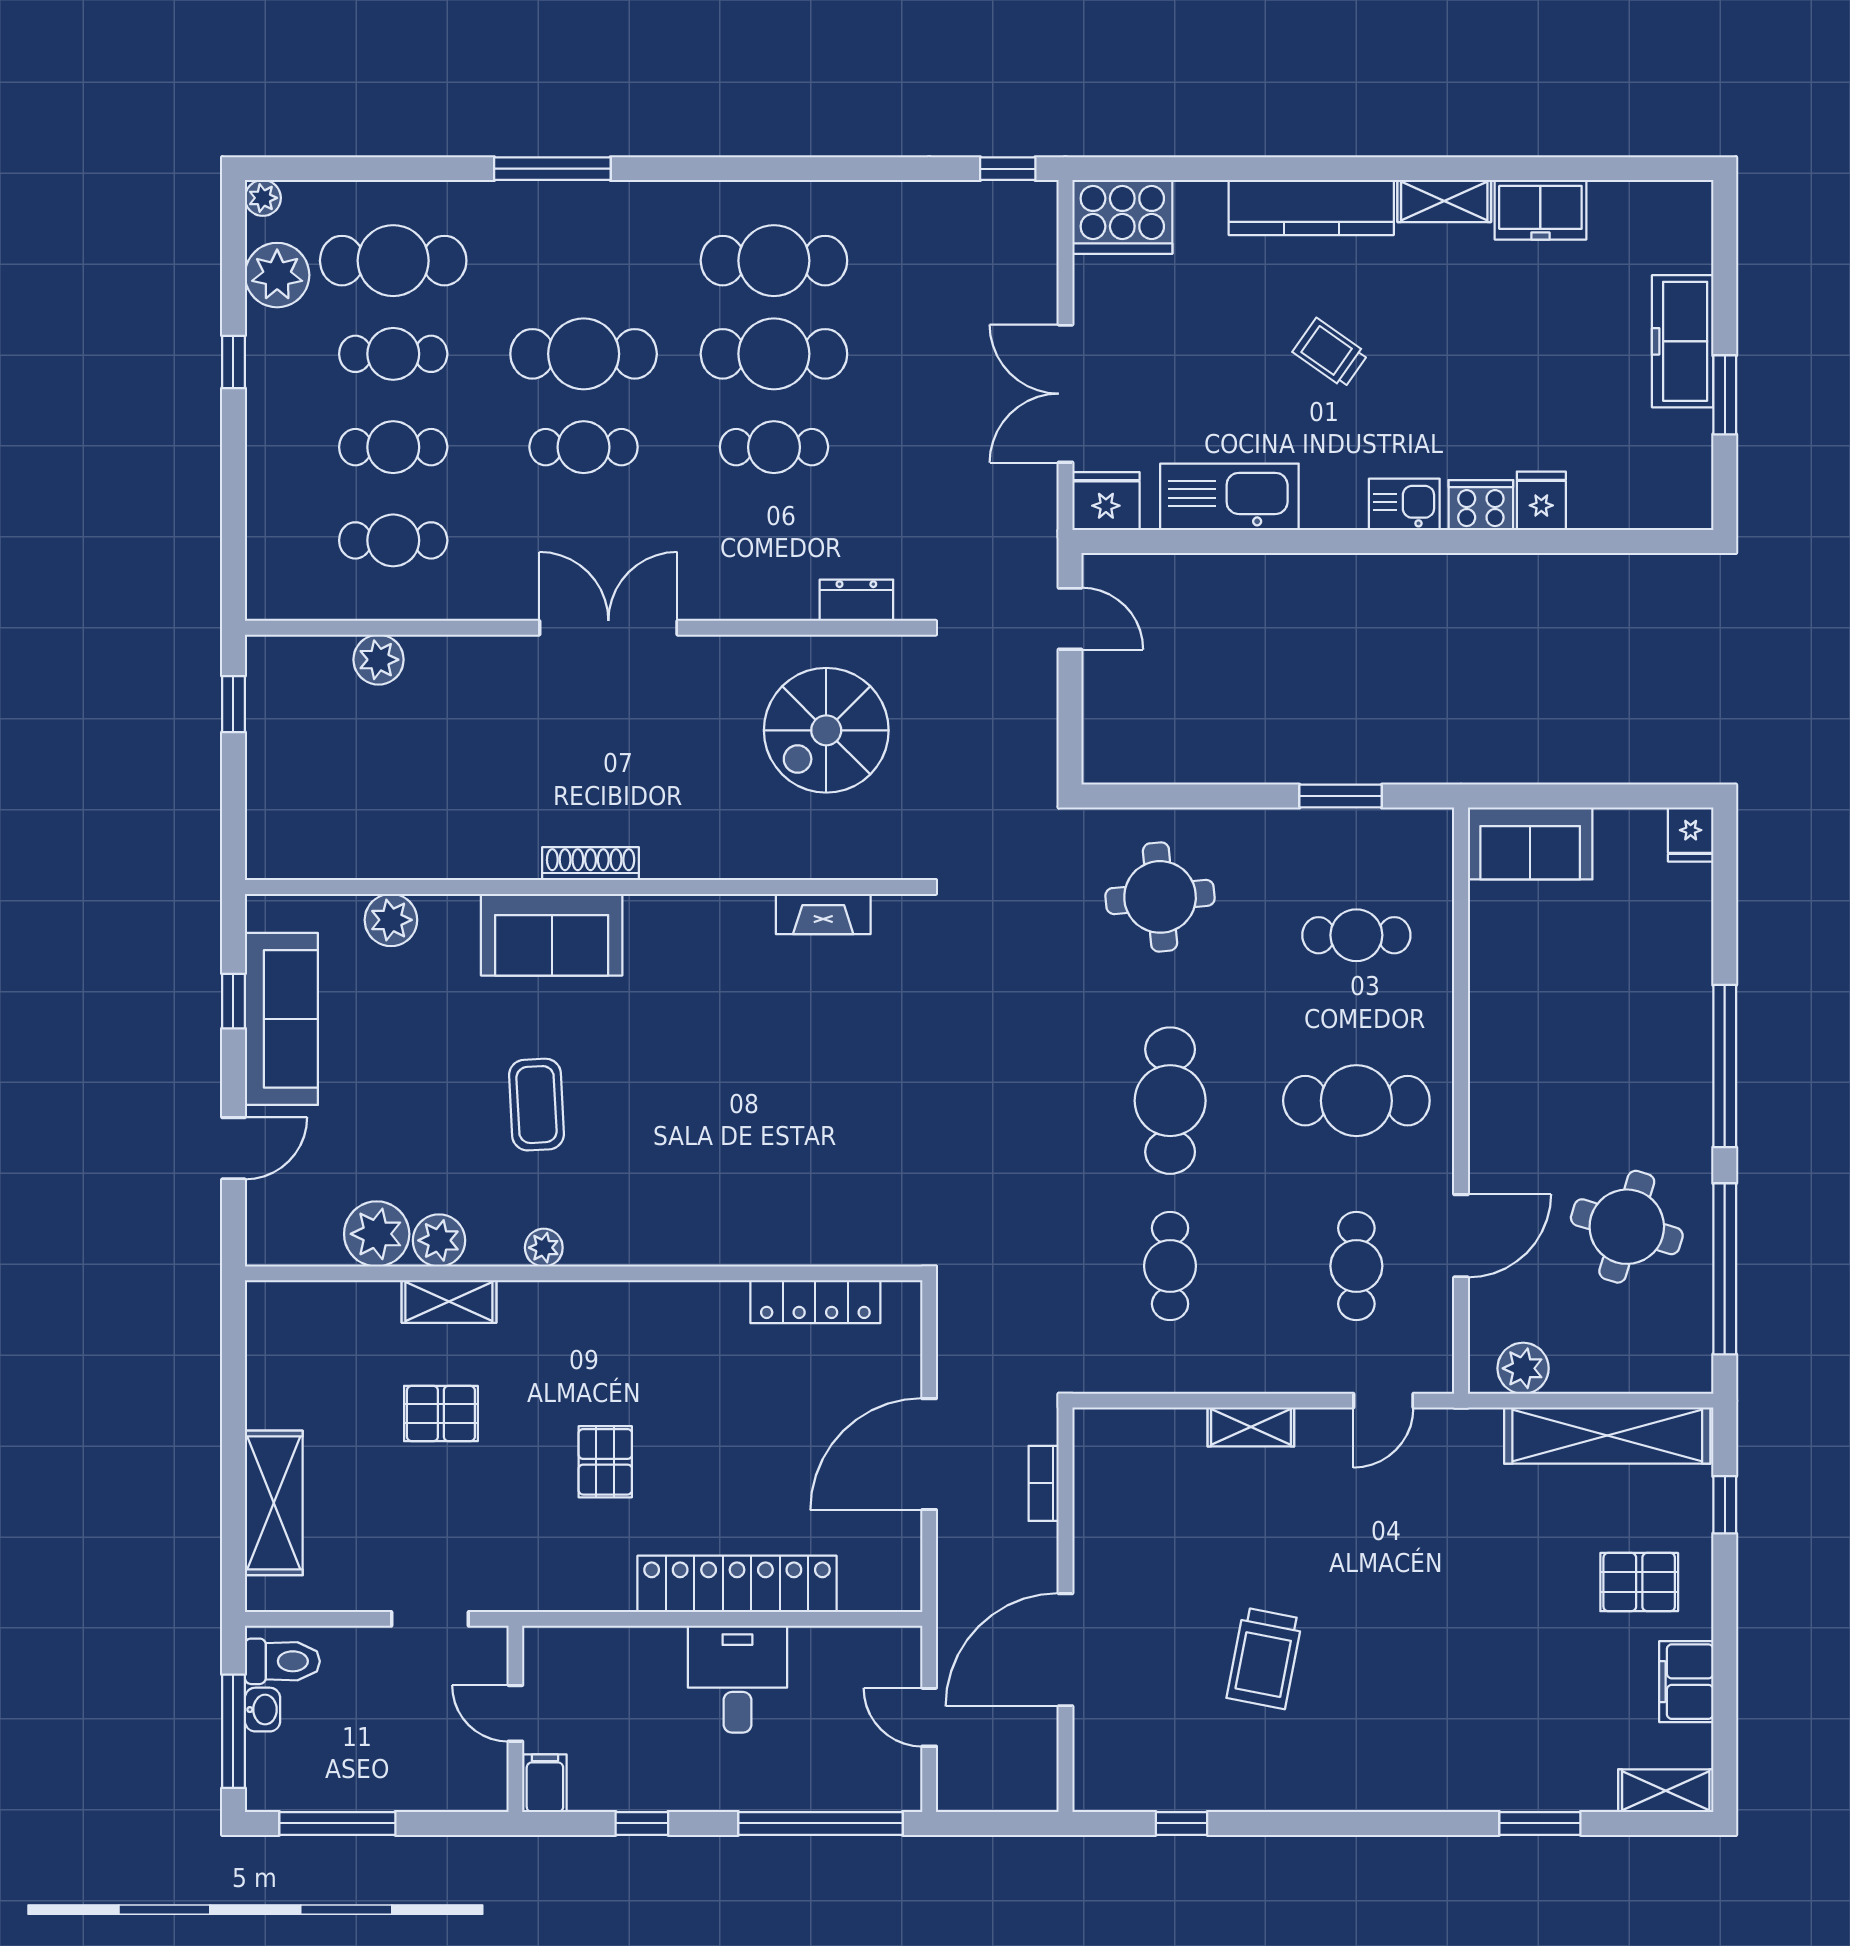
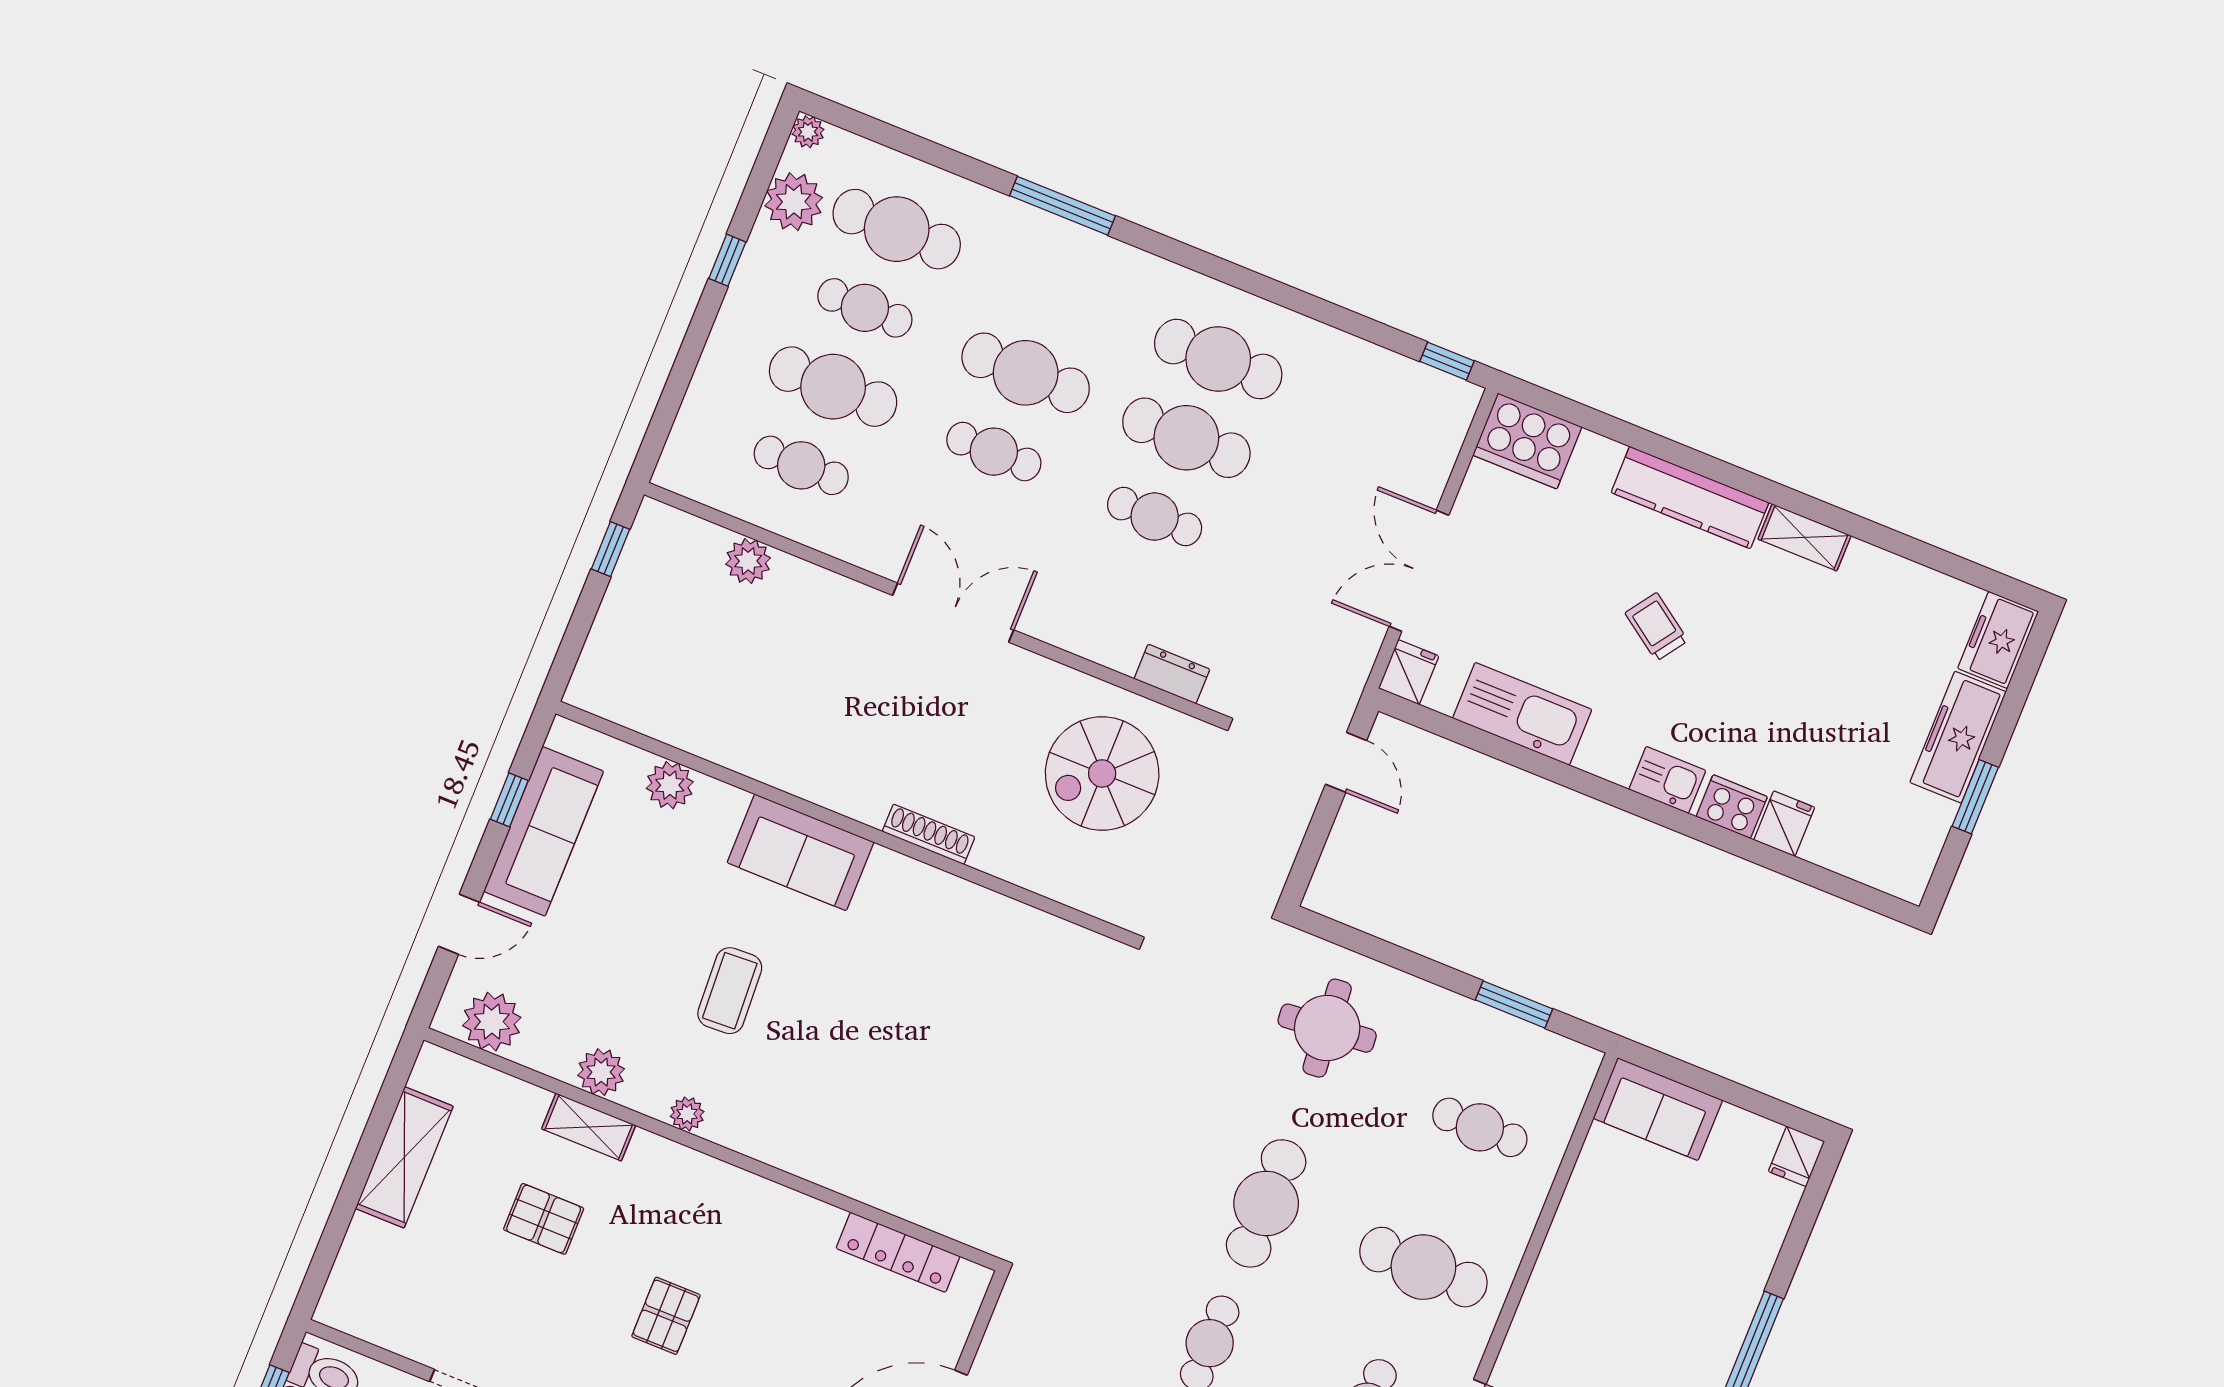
freezer: (1540, 210) -> (1998, 640), moved, turned 90
cafe table: (393, 447) -> (833, 387), width x1.37, depth x1.35
fridge: (1106, 501) -> (1409, 672), width x0.72
shoe rack: (591, 864) -> (929, 834), moved
fireplace: (823, 914) -> (1037, 928), removed
plant: (377, 1234) -> (492, 1022), moved
shelving: (274, 1503) -> (404, 1157), moved

